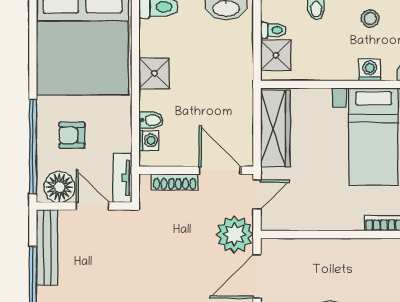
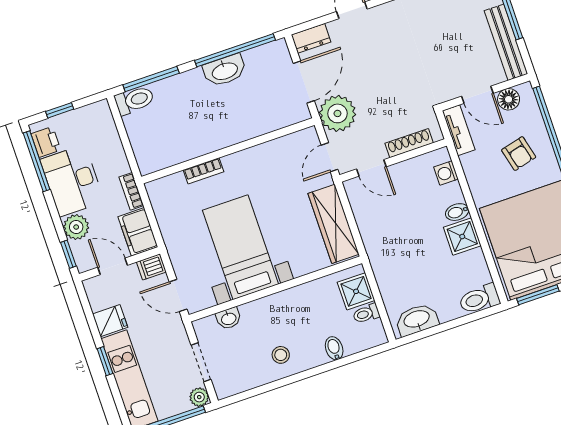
washing machine: (370, 70) -> (265, 307), removed
bidet: (151, 120) -> (457, 212), moved
armchair: (72, 135) -> (519, 154), turned 76
door: (220, 170) -> (371, 168), width x0.73
floor lamp: (59, 187) -> (509, 99), width x0.73, depth x0.73

